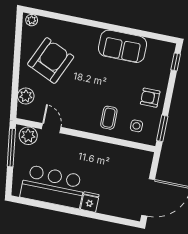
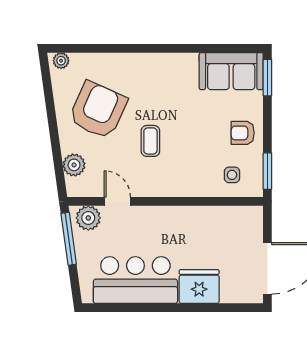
sofa: (123, 46) -> (231, 71), moved
window: (176, 62) -> (267, 78), width x1.50
coffee table: (109, 118) -> (150, 141), moved
fridge: (90, 202) -> (199, 286), width x1.88, depth x1.34

